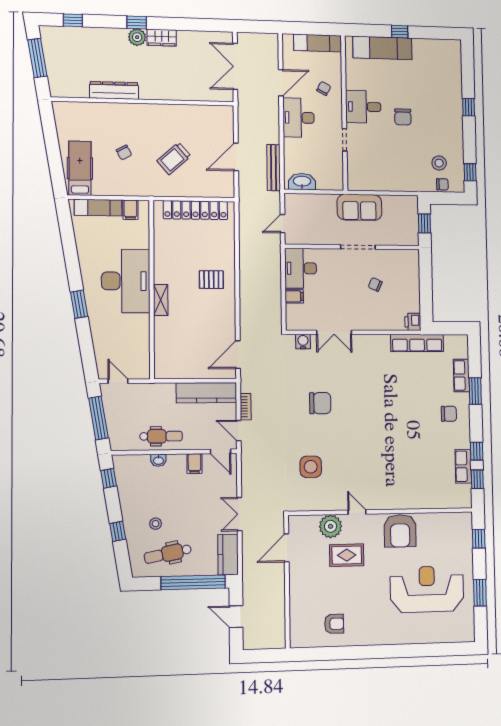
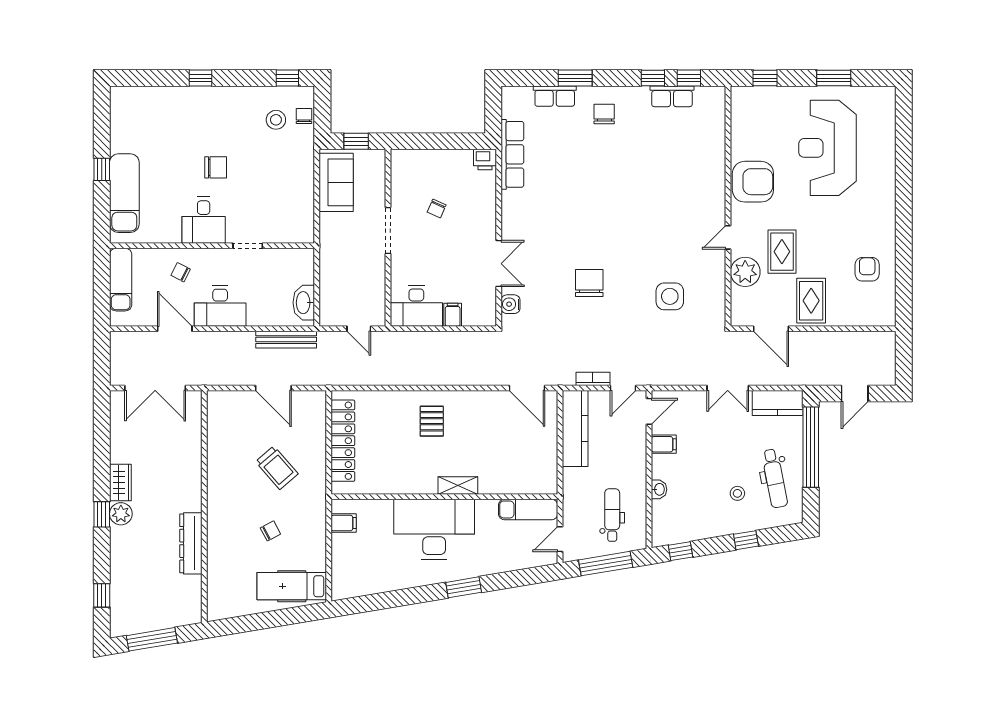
sofa: (359, 207) -> (336, 182), moved
exam couch: (98, 208) -> (528, 510), moved, turned 90
dental chair: (161, 436) -> (612, 515), moved
rug: (309, 579) -> (811, 301), added

